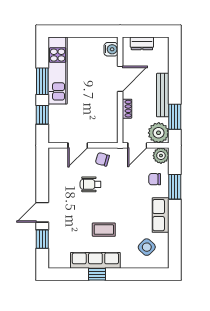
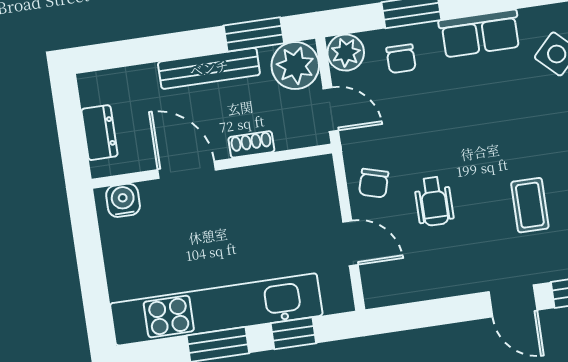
kitchen unit: (58, 71) -> (216, 309), width x1.36
coffee table: (104, 230) -> (530, 205), moved

